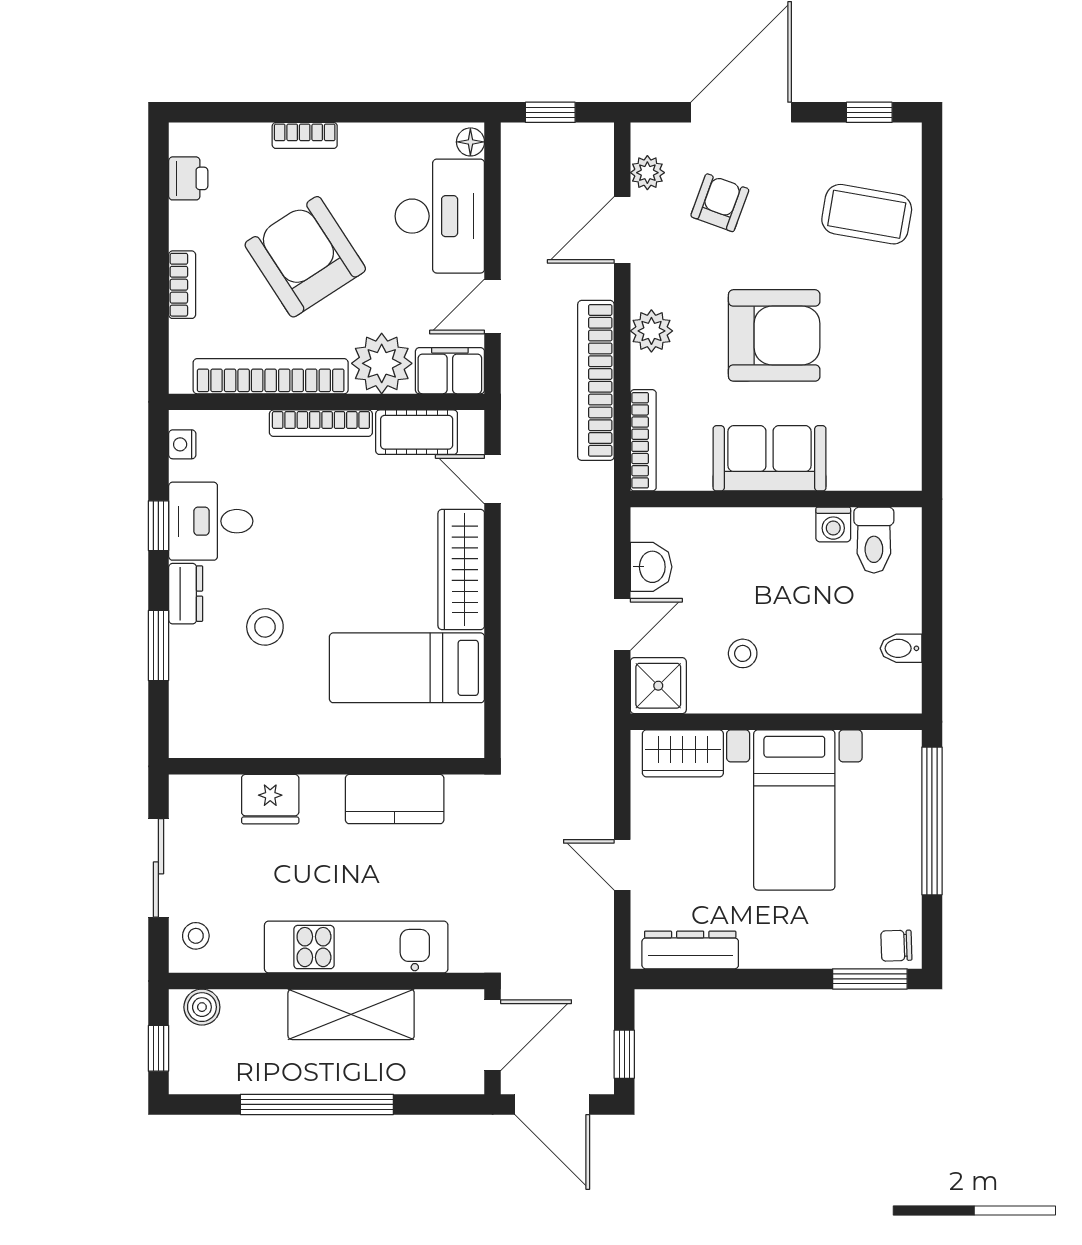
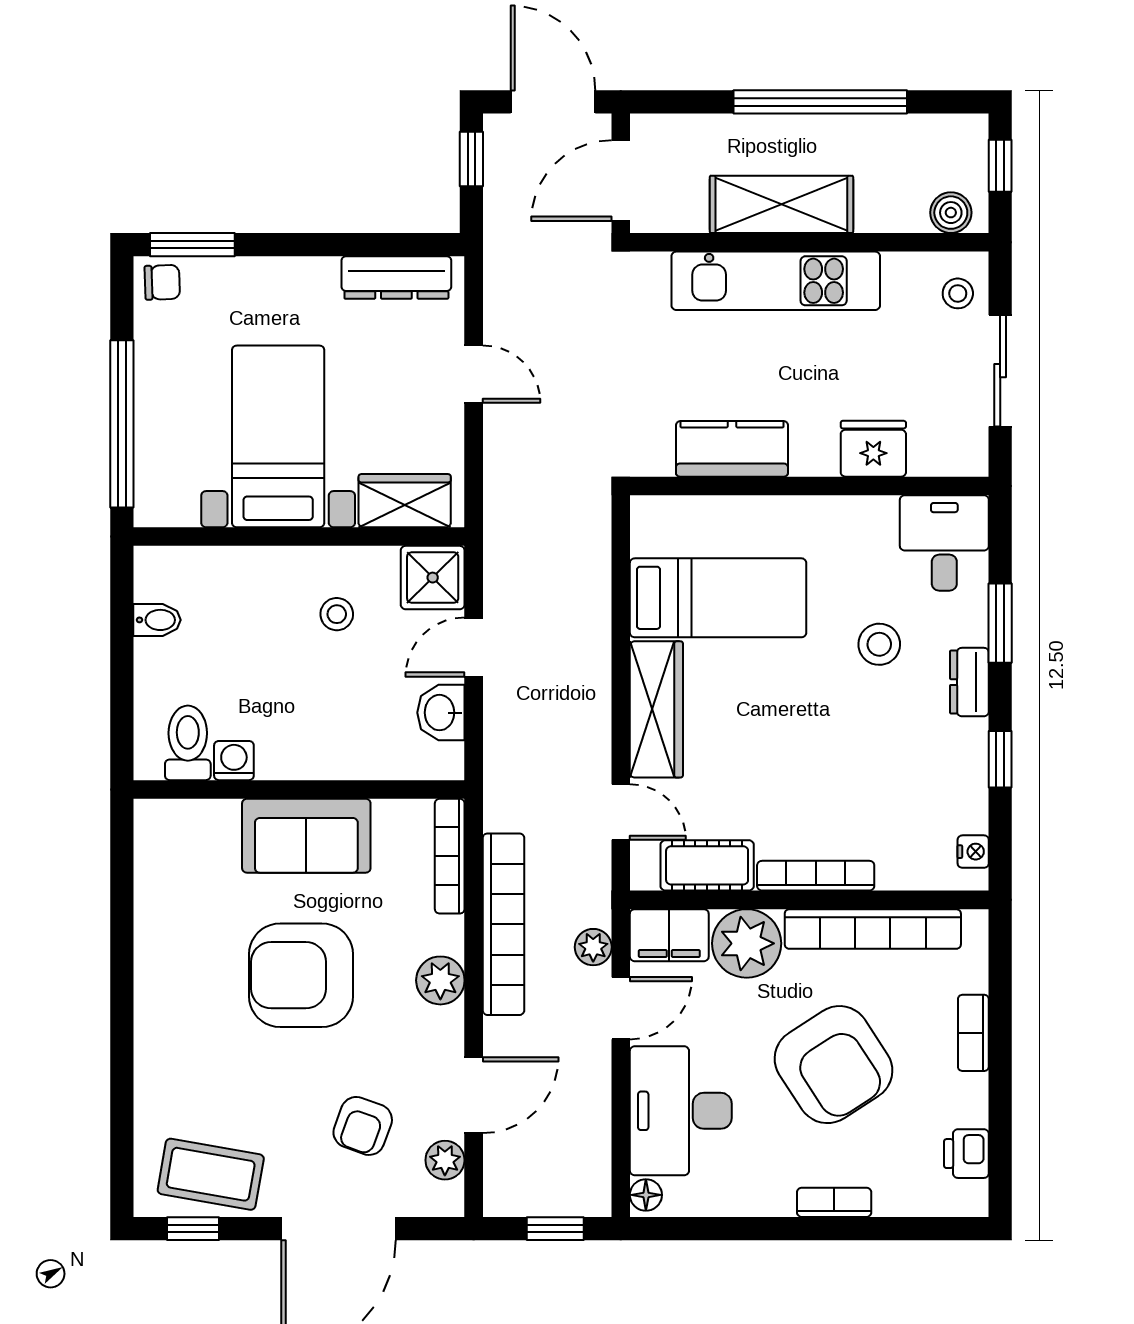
coffee table: (867, 214) -> (211, 1174), moved
plant: (517, 360) -> (593, 947), added
desk: (211, 521) -> (944, 543), moved, turned -90

